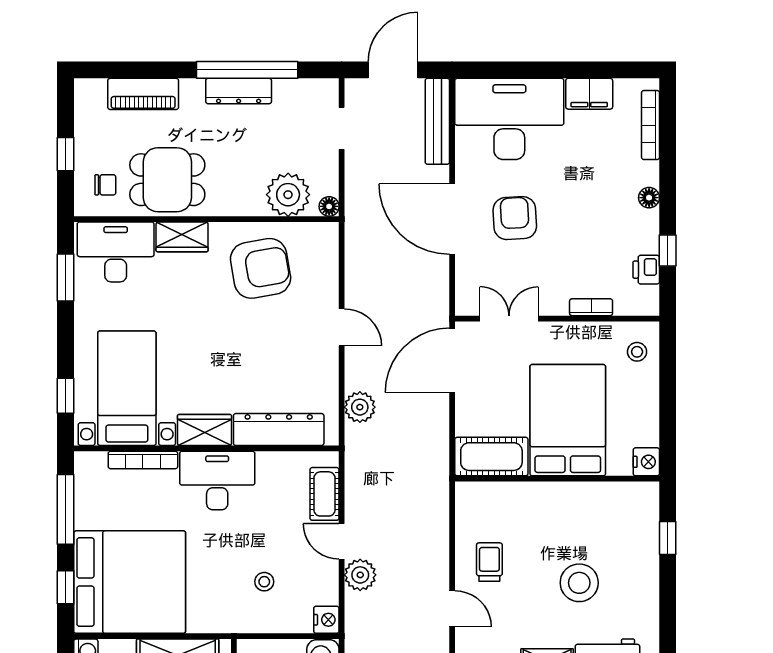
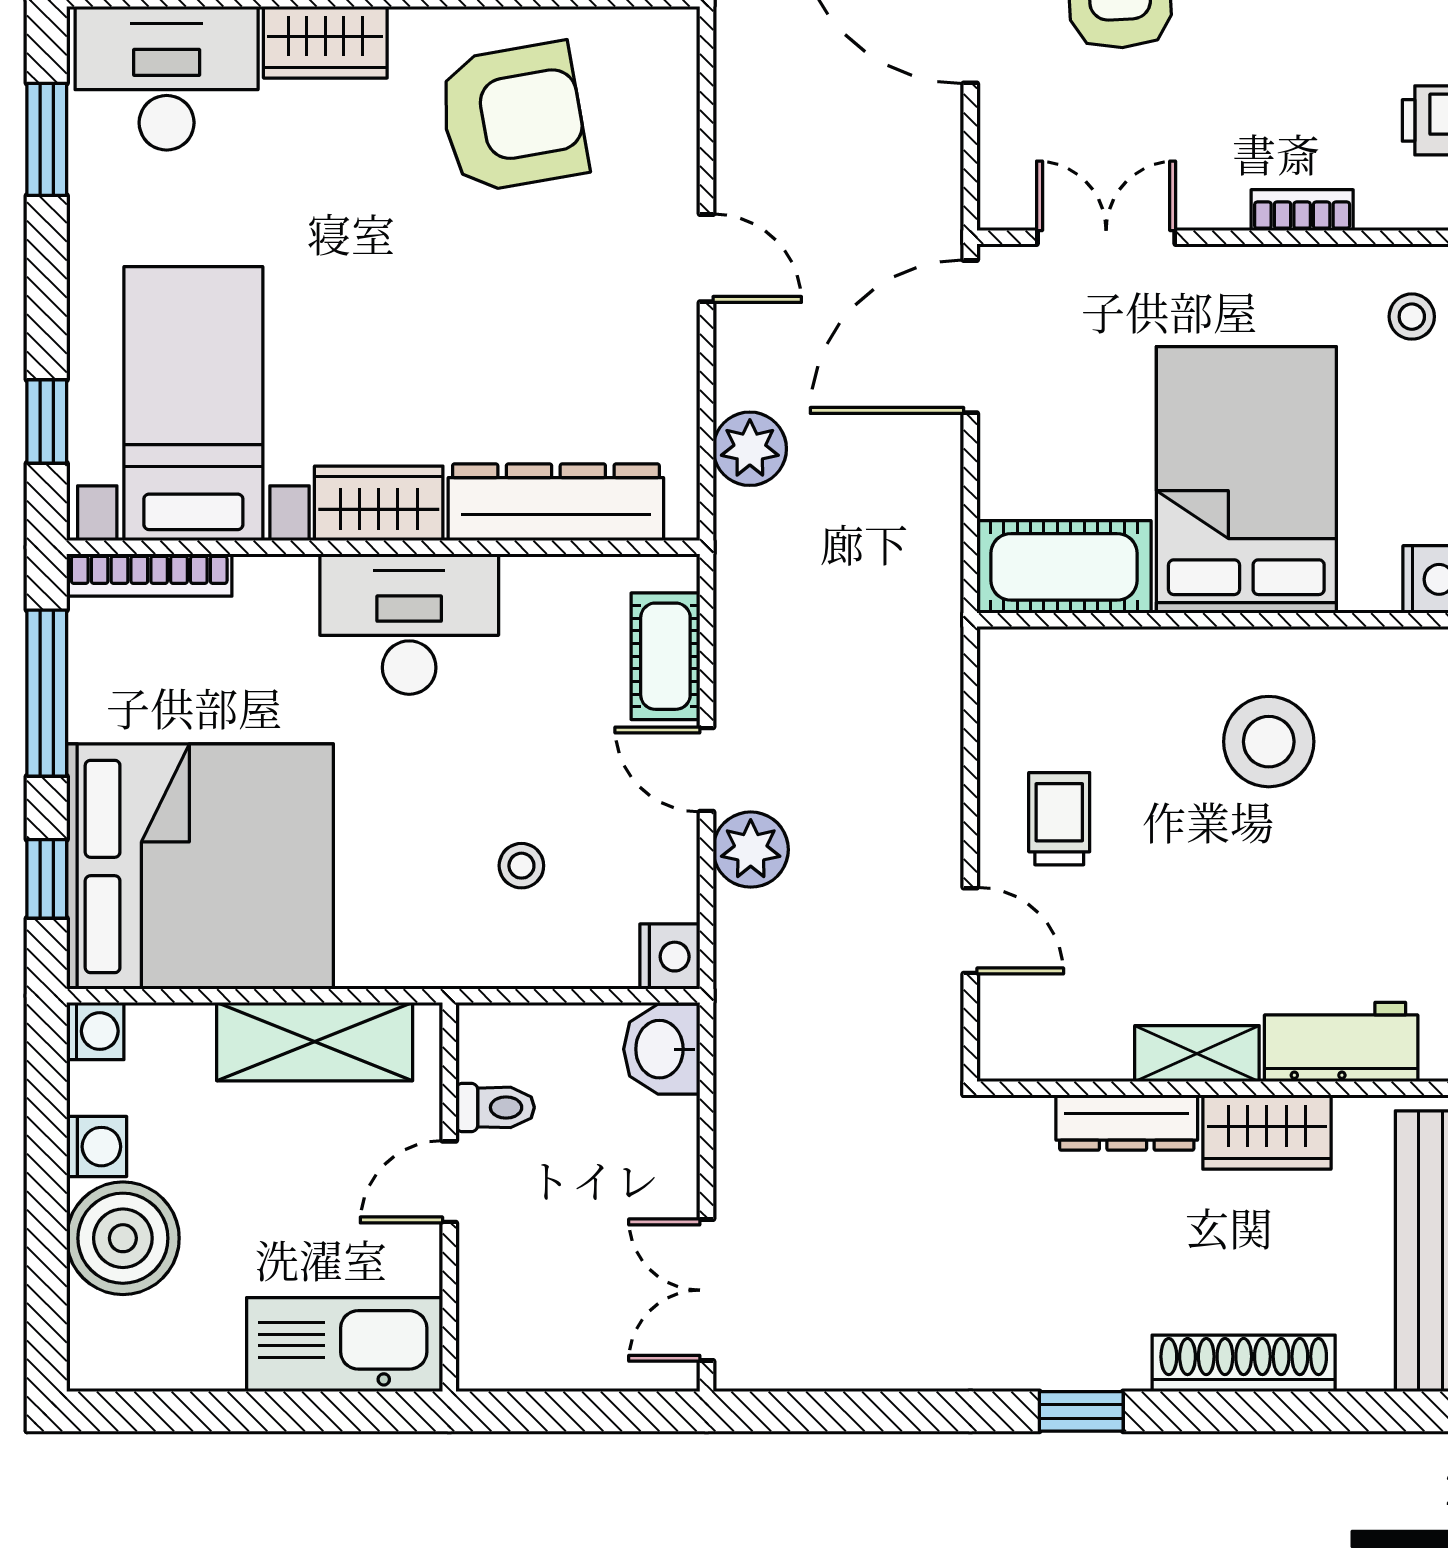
bookcase: (143, 460) -> (149, 575), moved
stool: (579, 583) -> (1269, 742), moved

